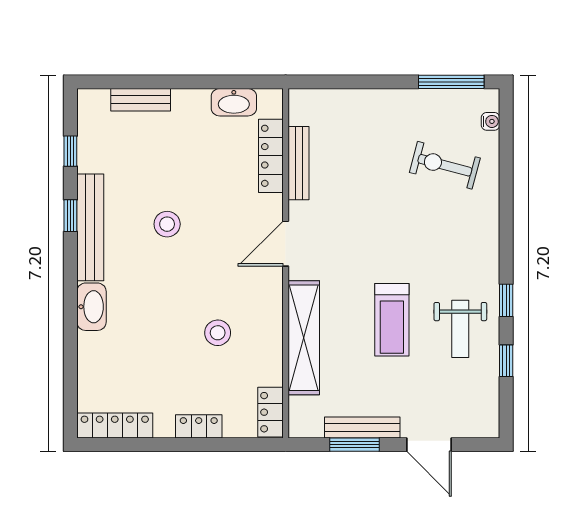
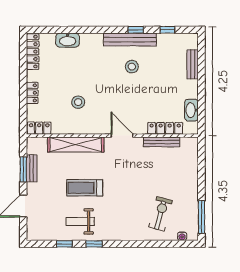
stool: (167, 224) -> (132, 67), moved
washbasin: (91, 307) -> (68, 40), moved
bench: (362, 427) -> (32, 168), width x0.73

